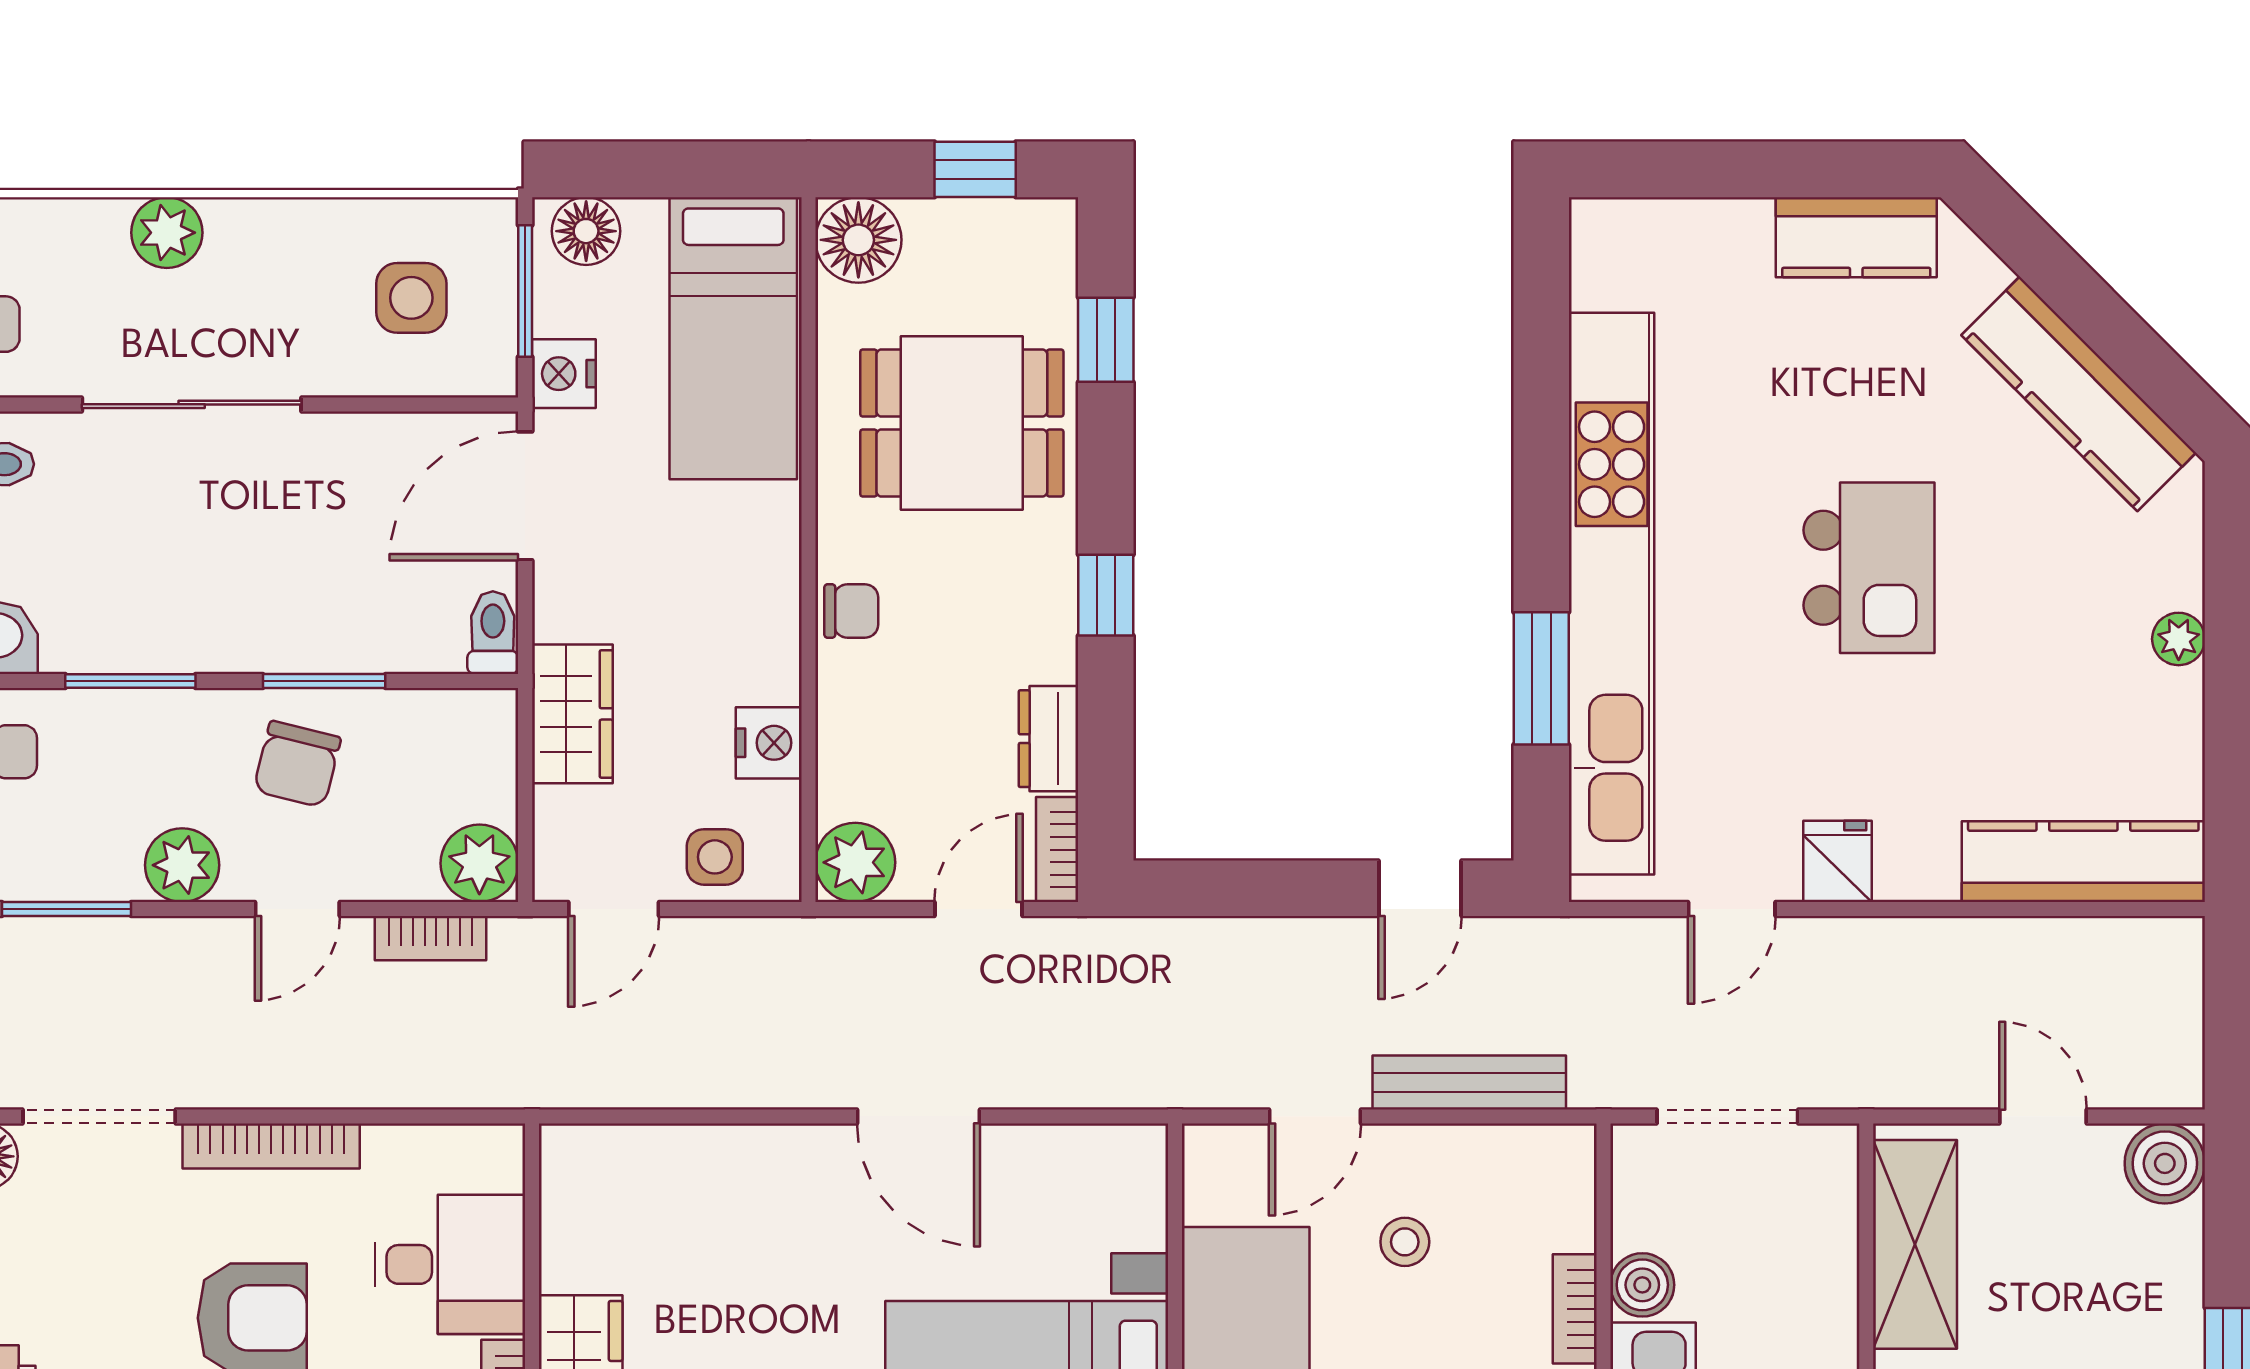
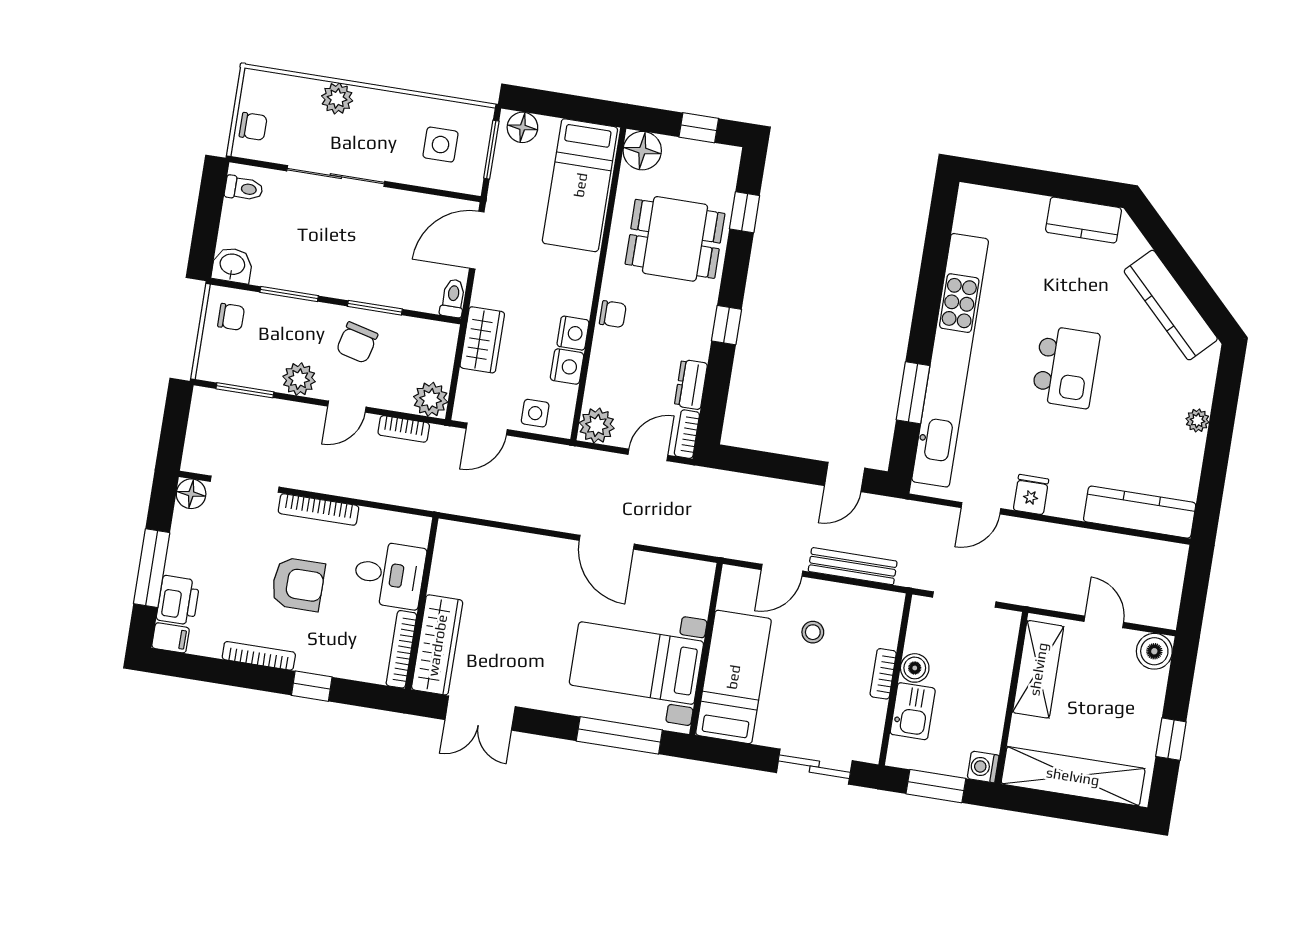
nightstand: (564, 374) -> (573, 333), moved, turned 180

